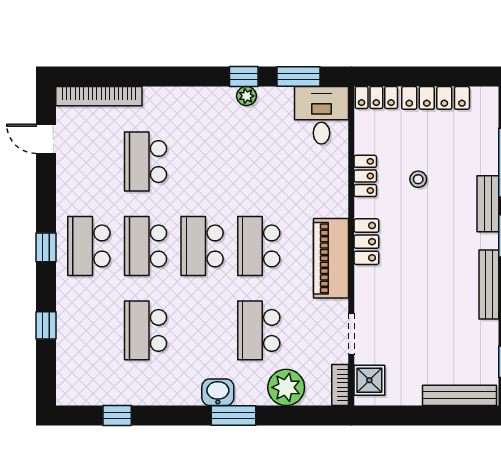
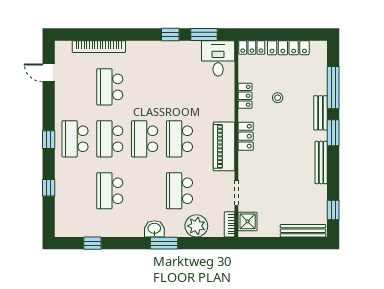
bookcase: (99, 96) -> (99, 47), moved
plant: (246, 96) -> (172, 47), removed

